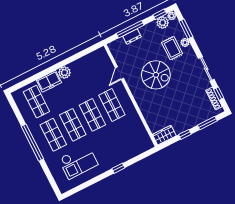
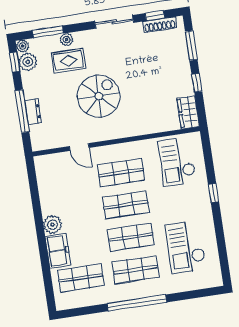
checkout: (131, 138) -> (177, 162), added
checkout: (78, 162) -> (186, 247), turned 180

